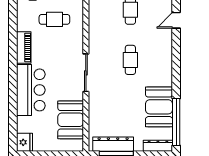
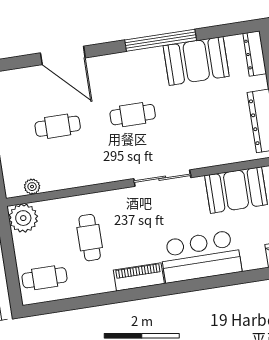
door: (176, 20) -> (63, 55), width x1.88
window: (176, 122) -> (161, 40), moved

